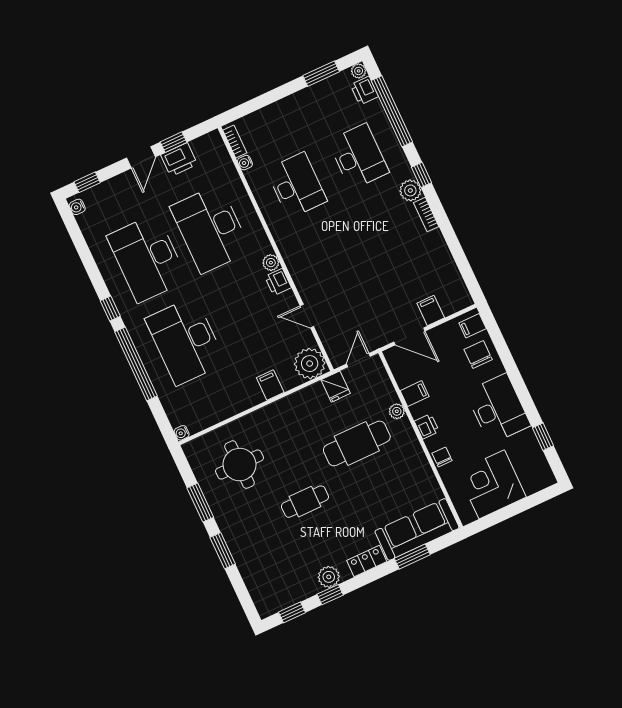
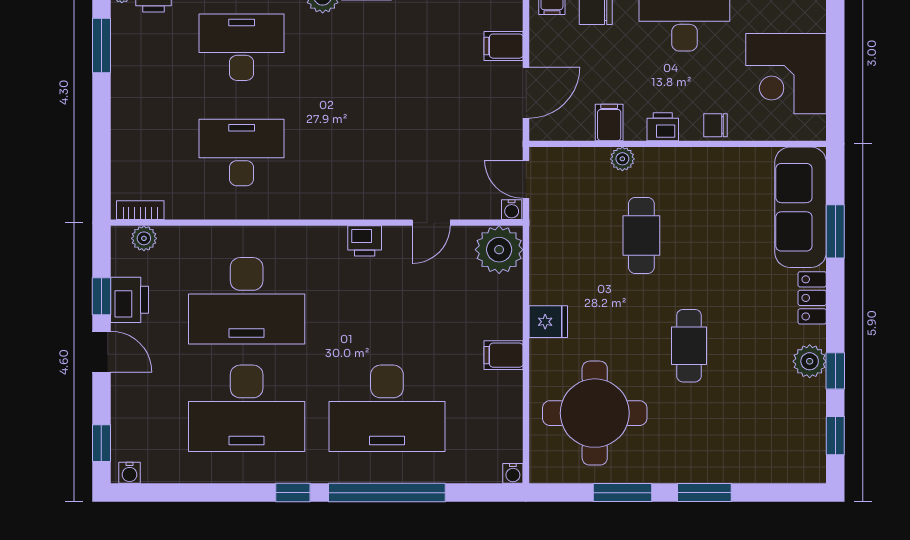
water cooler: (245, 163) -> (512, 210), moved
plant: (271, 263) -> (144, 238), moved
filing cabinet: (270, 385) -> (504, 355), moved
fridge: (336, 387) -> (548, 322), moved
cafe table: (357, 443) -> (641, 235), width x0.73, depth x0.74
round table: (240, 465) -> (595, 413), width x1.36, depth x1.36

